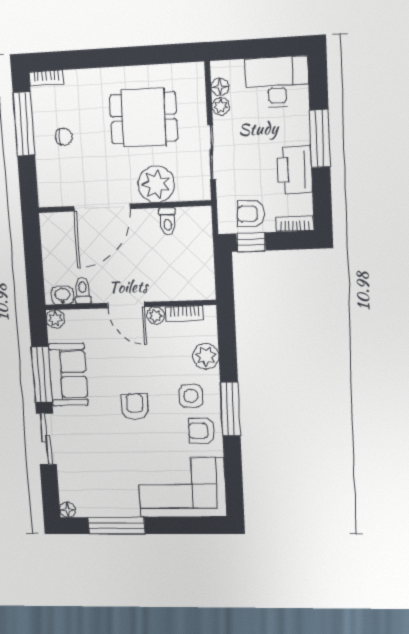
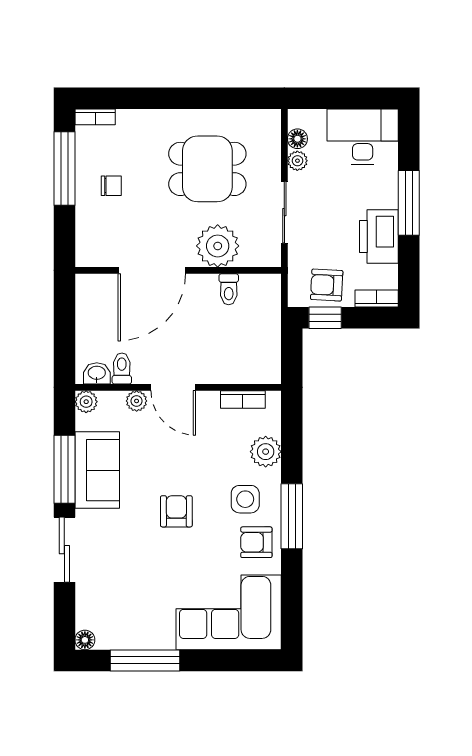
plant: (156, 316) -> (137, 401), moved

